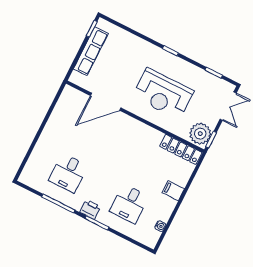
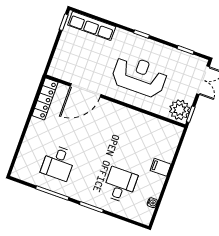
row of seats: (91, 51) -> (92, 26), moved, turned 90
reception desk: (163, 94) -> (139, 76), turned 180
locker: (181, 149) -> (45, 99), moved, turned -90
desk: (129, 204) -> (120, 185), turned 180
printer: (90, 209) -> (83, 195), removed

